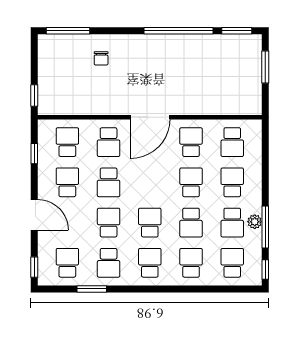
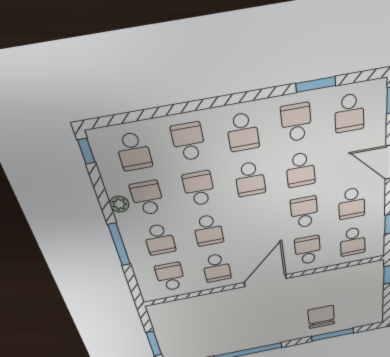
window: (68, 31) -> (333, 335), moved
chair: (101, 58) -> (321, 317), width x1.87, depth x1.87
window: (265, 227) -> (119, 245), moved
school desk: (191, 263) -> (189, 142), turned 180

